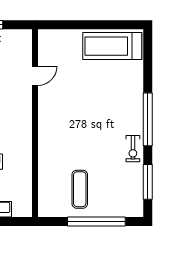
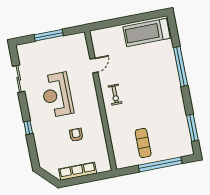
window: (148, 119) -> (181, 66), moved
exercise bike: (133, 149) -> (115, 95), moved

